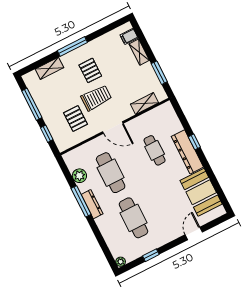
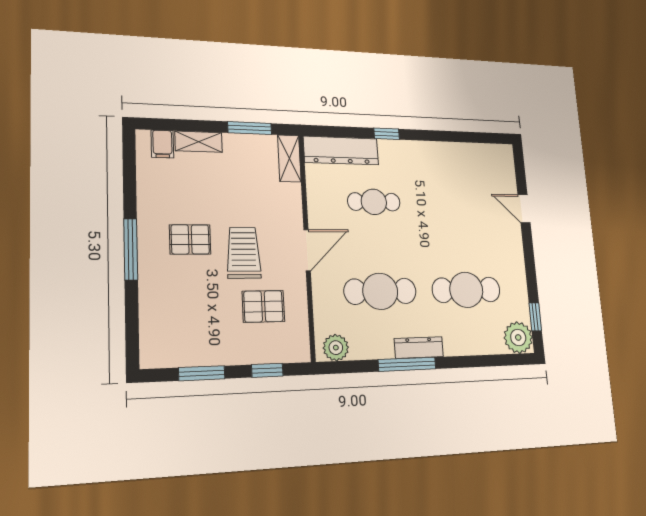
shelving: (49, 68) -> (151, 310), removed
shelving: (145, 103) -> (289, 158), moved
window: (32, 104) -> (202, 373), width x0.69
dresser: (187, 152) -> (341, 151), moved
plant: (79, 176) -> (336, 348), moved
booth: (201, 192) -> (468, 165), removed
window: (151, 255) -> (535, 317), moved
plant: (121, 262) -> (518, 337), width x1.88, depth x1.88

